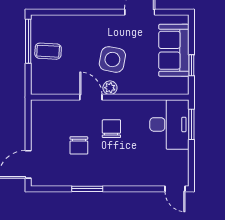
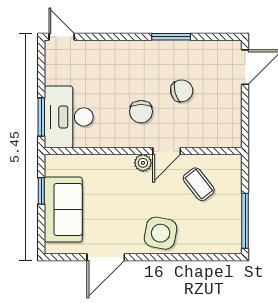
coffee table: (48, 51) -> (199, 184), moved, turned 49
side table: (112, 59) -> (161, 233), moved
door: (91, 97) -> (167, 151), hinge flipped
chair: (79, 145) -> (182, 91), turned 75

